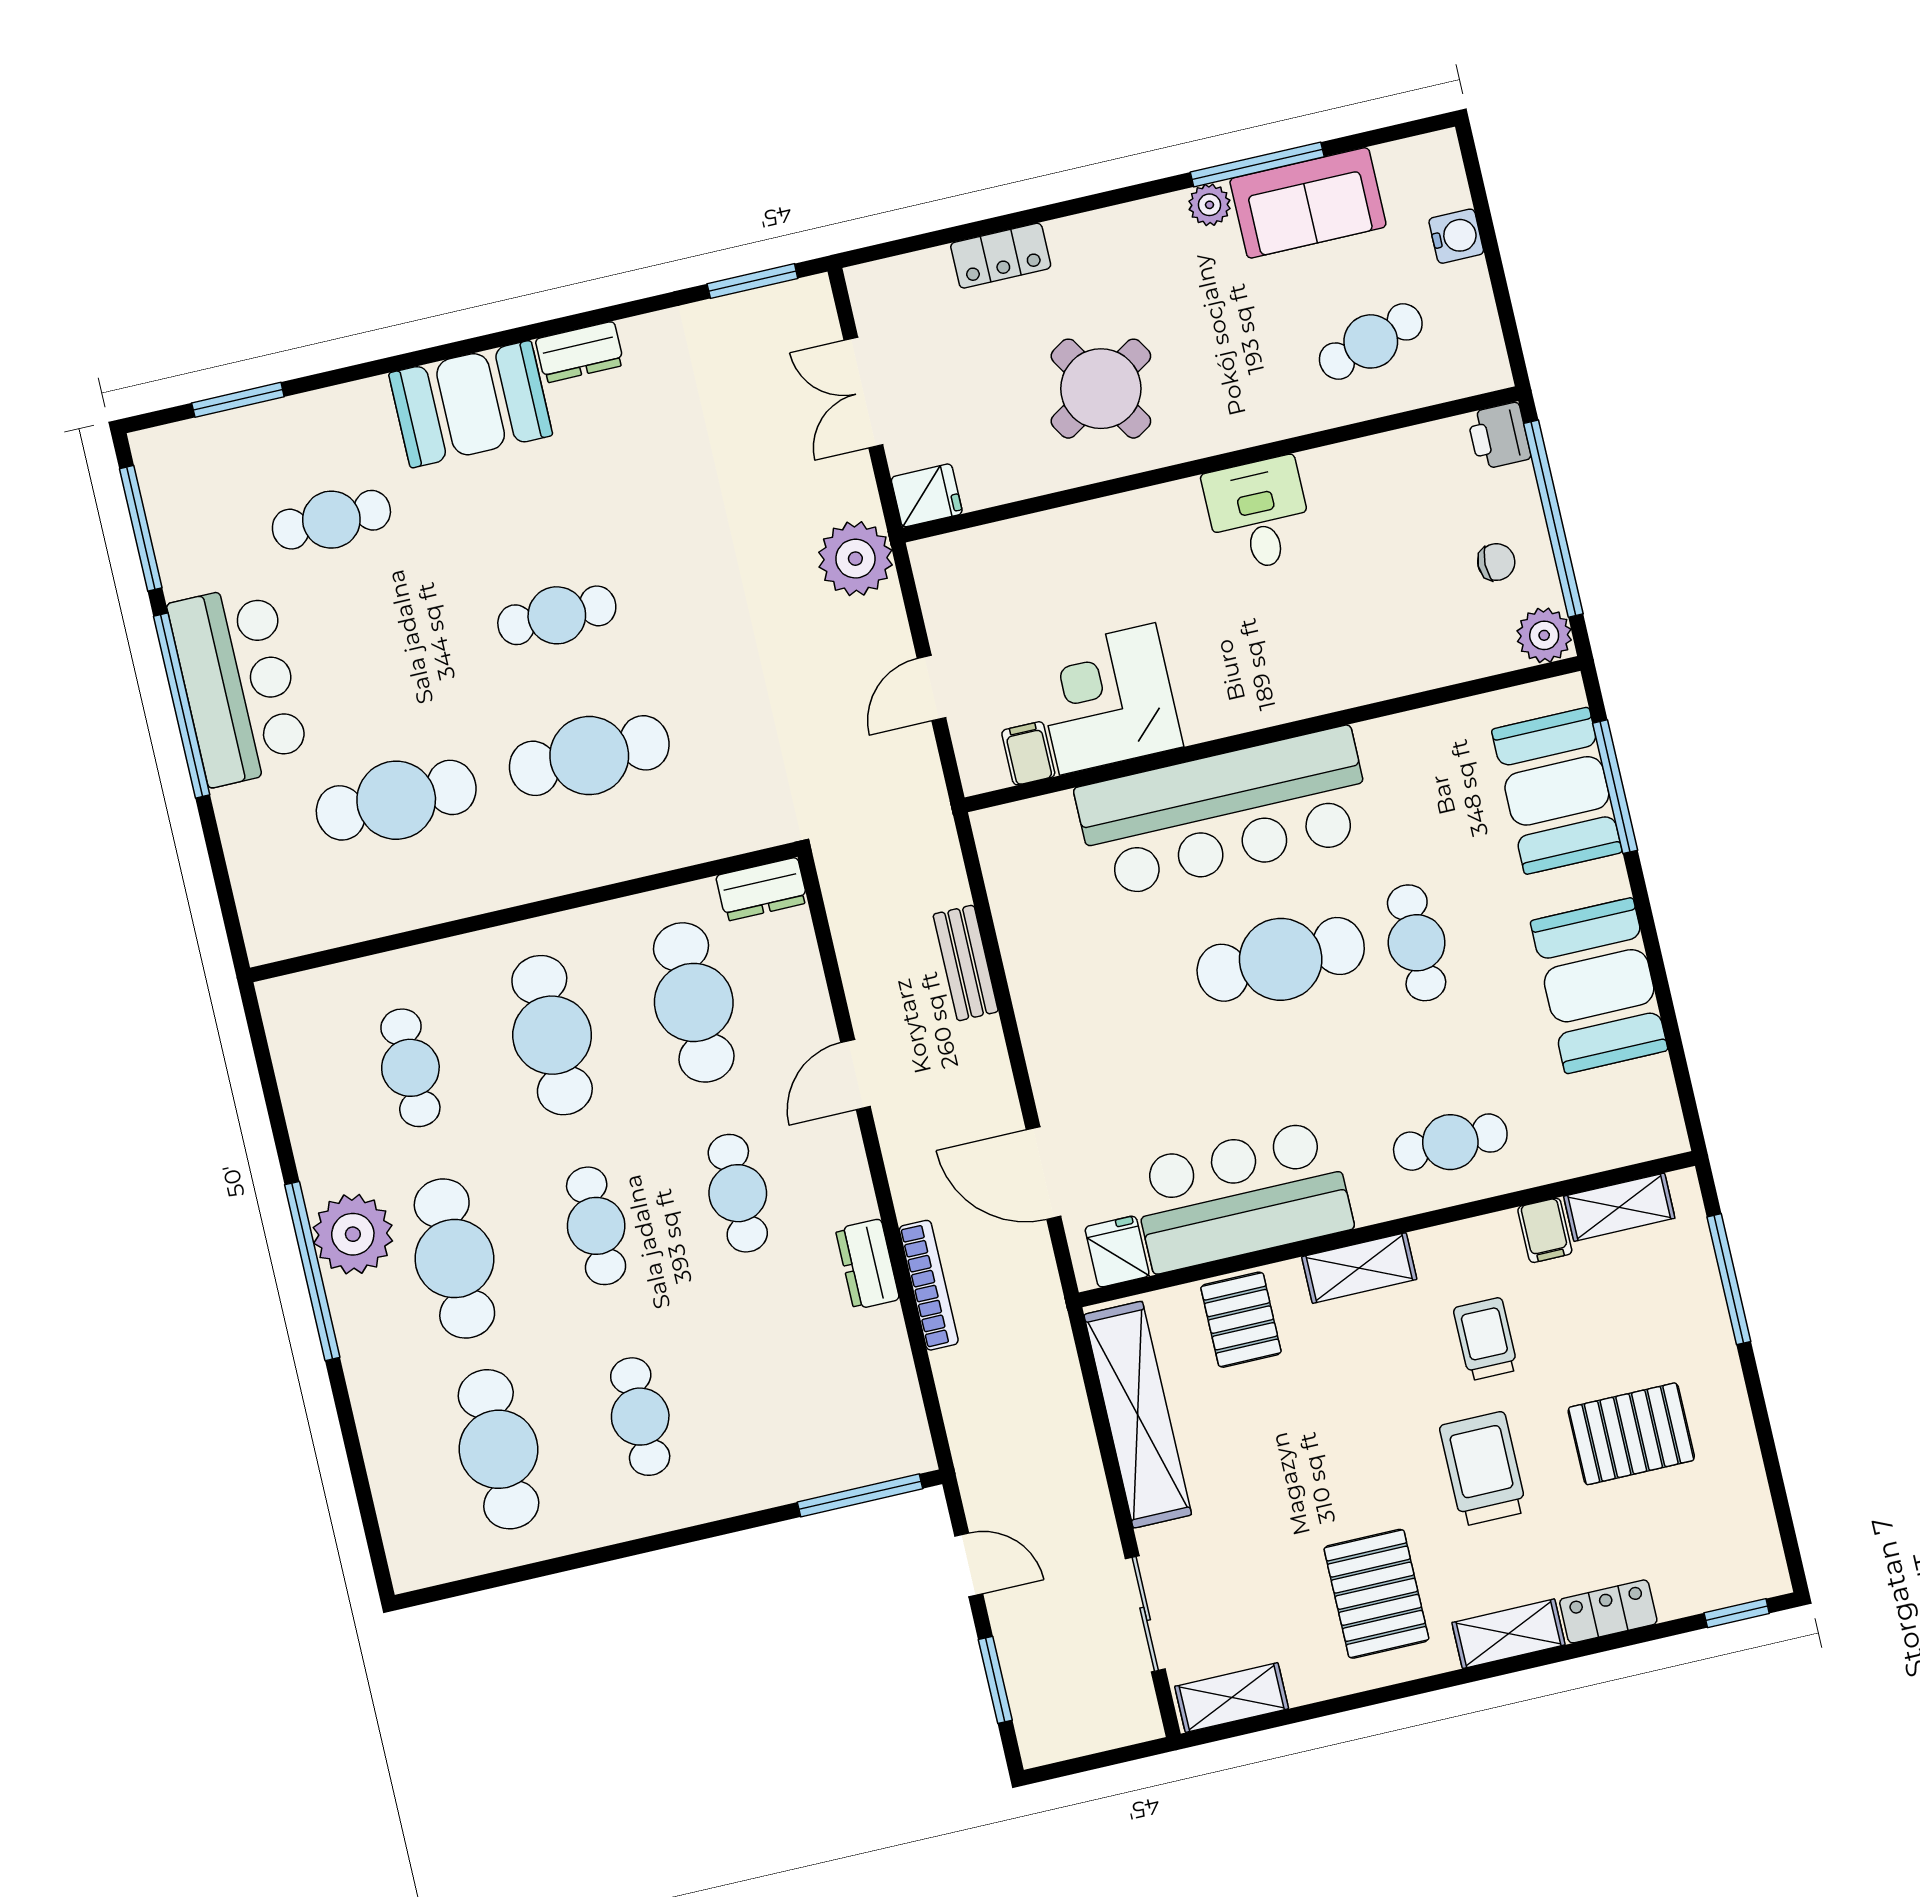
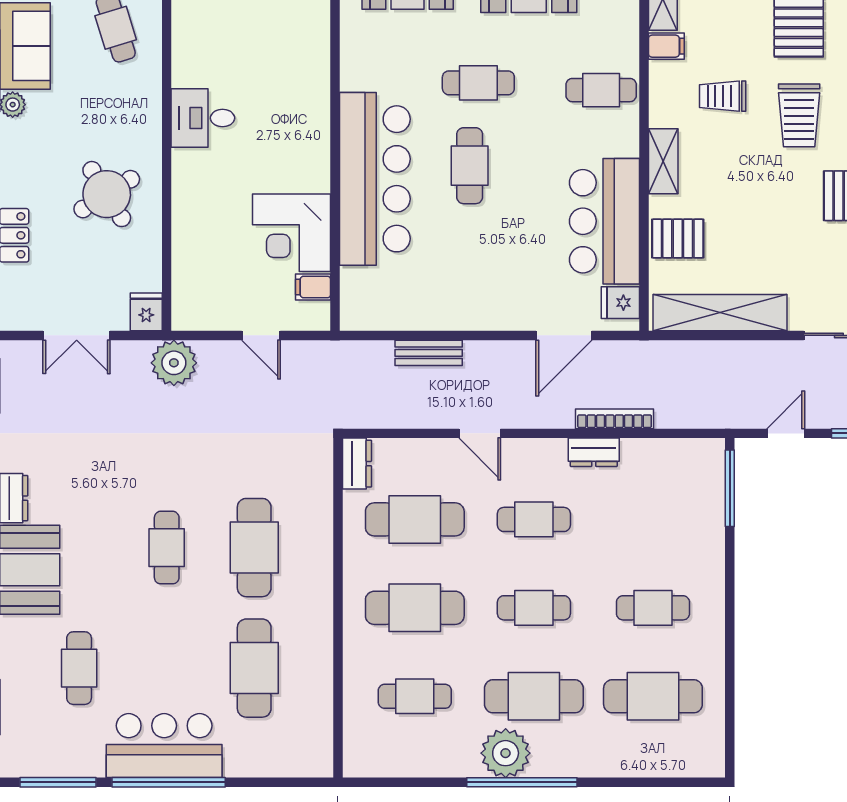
cafe table: (1281, 959) -> (470, 166), width x0.73, depth x0.74
cafe table: (1450, 1142) -> (601, 90), turned 90
trolley: (1483, 1469) -> (799, 115), turned -90

